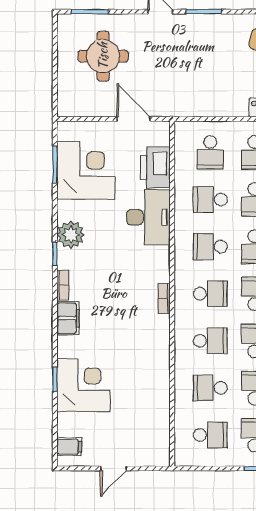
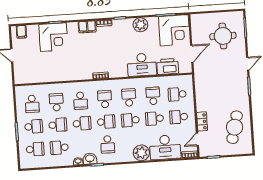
corner desk: (86, 170) -> (174, 30), moved
plant: (71, 235) -> (140, 25), moved
school desk: (210, 294) -> (105, 99), turned 180

